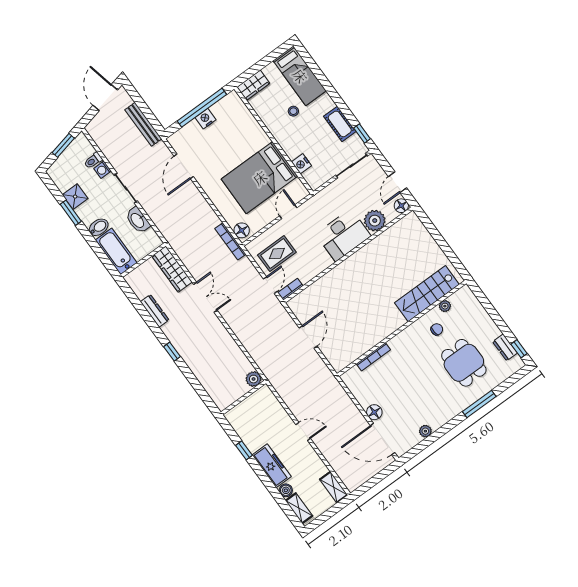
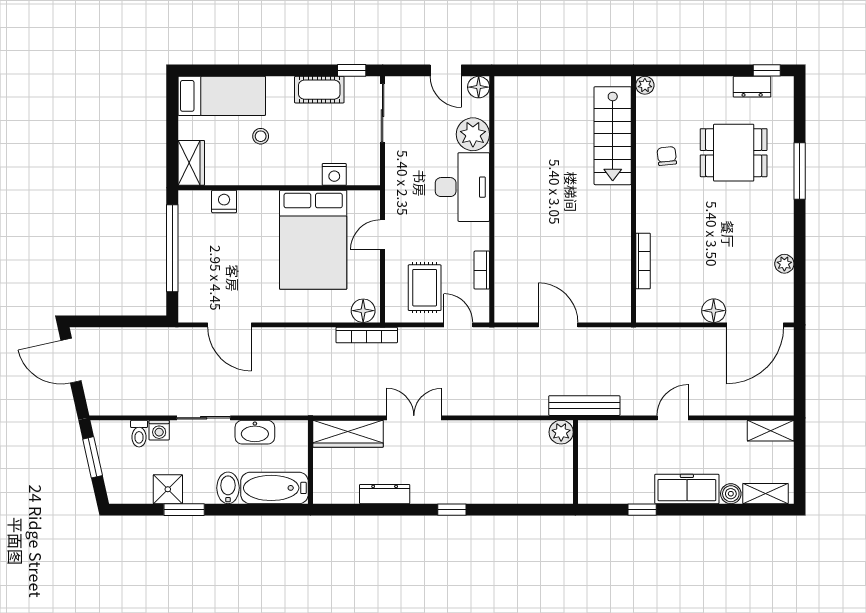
nightstand: (206, 119) -> (224, 201), moved, turned 90
bench: (143, 124) -> (584, 406), moved
door: (288, 212) -> (383, 235), hinge flipped
bookcase: (290, 289) -> (482, 270), moved
plant: (445, 306) -> (645, 85), moved

